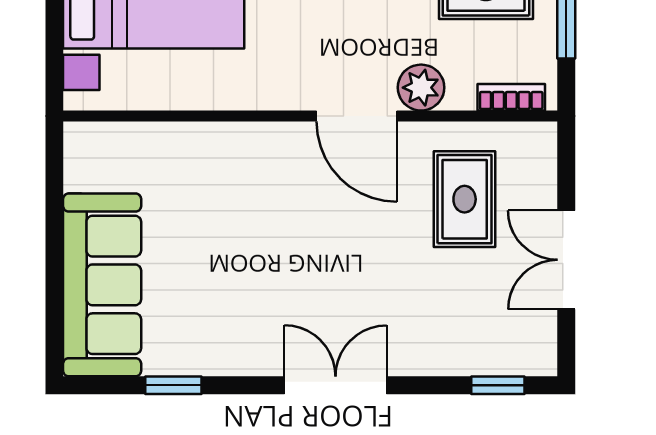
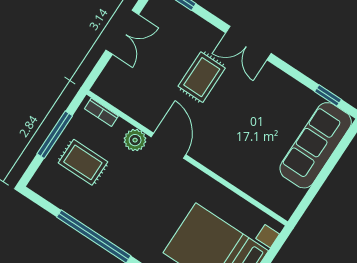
rug: (465, 199) -> (202, 77), moved
window: (173, 385) -> (328, 95), moved

